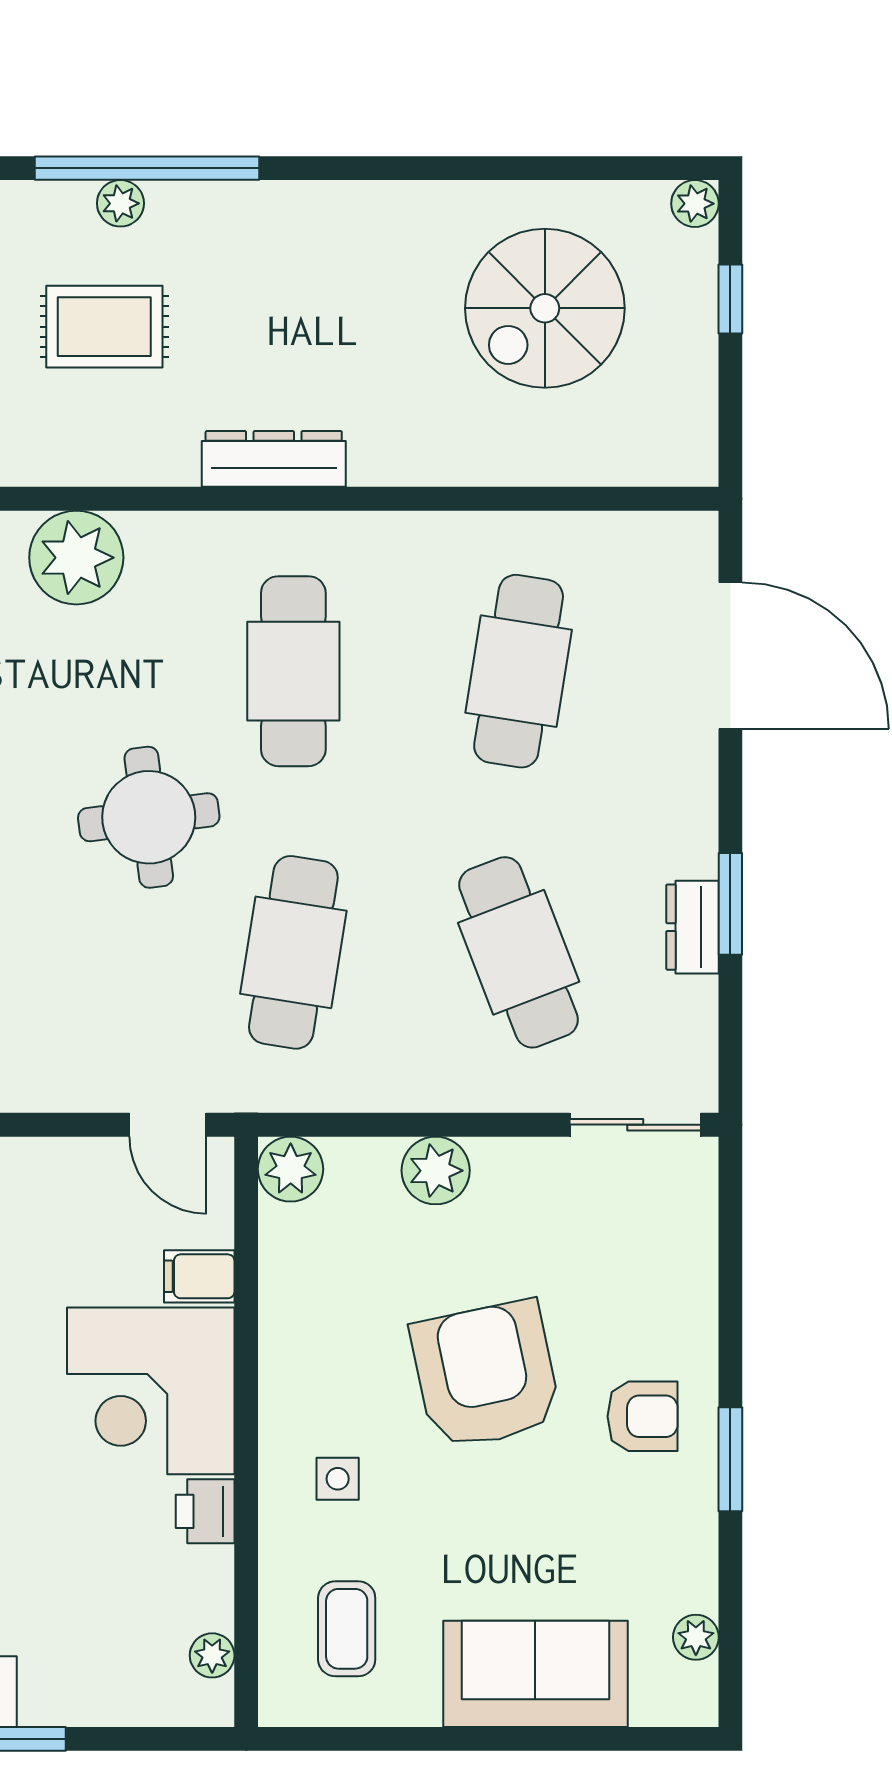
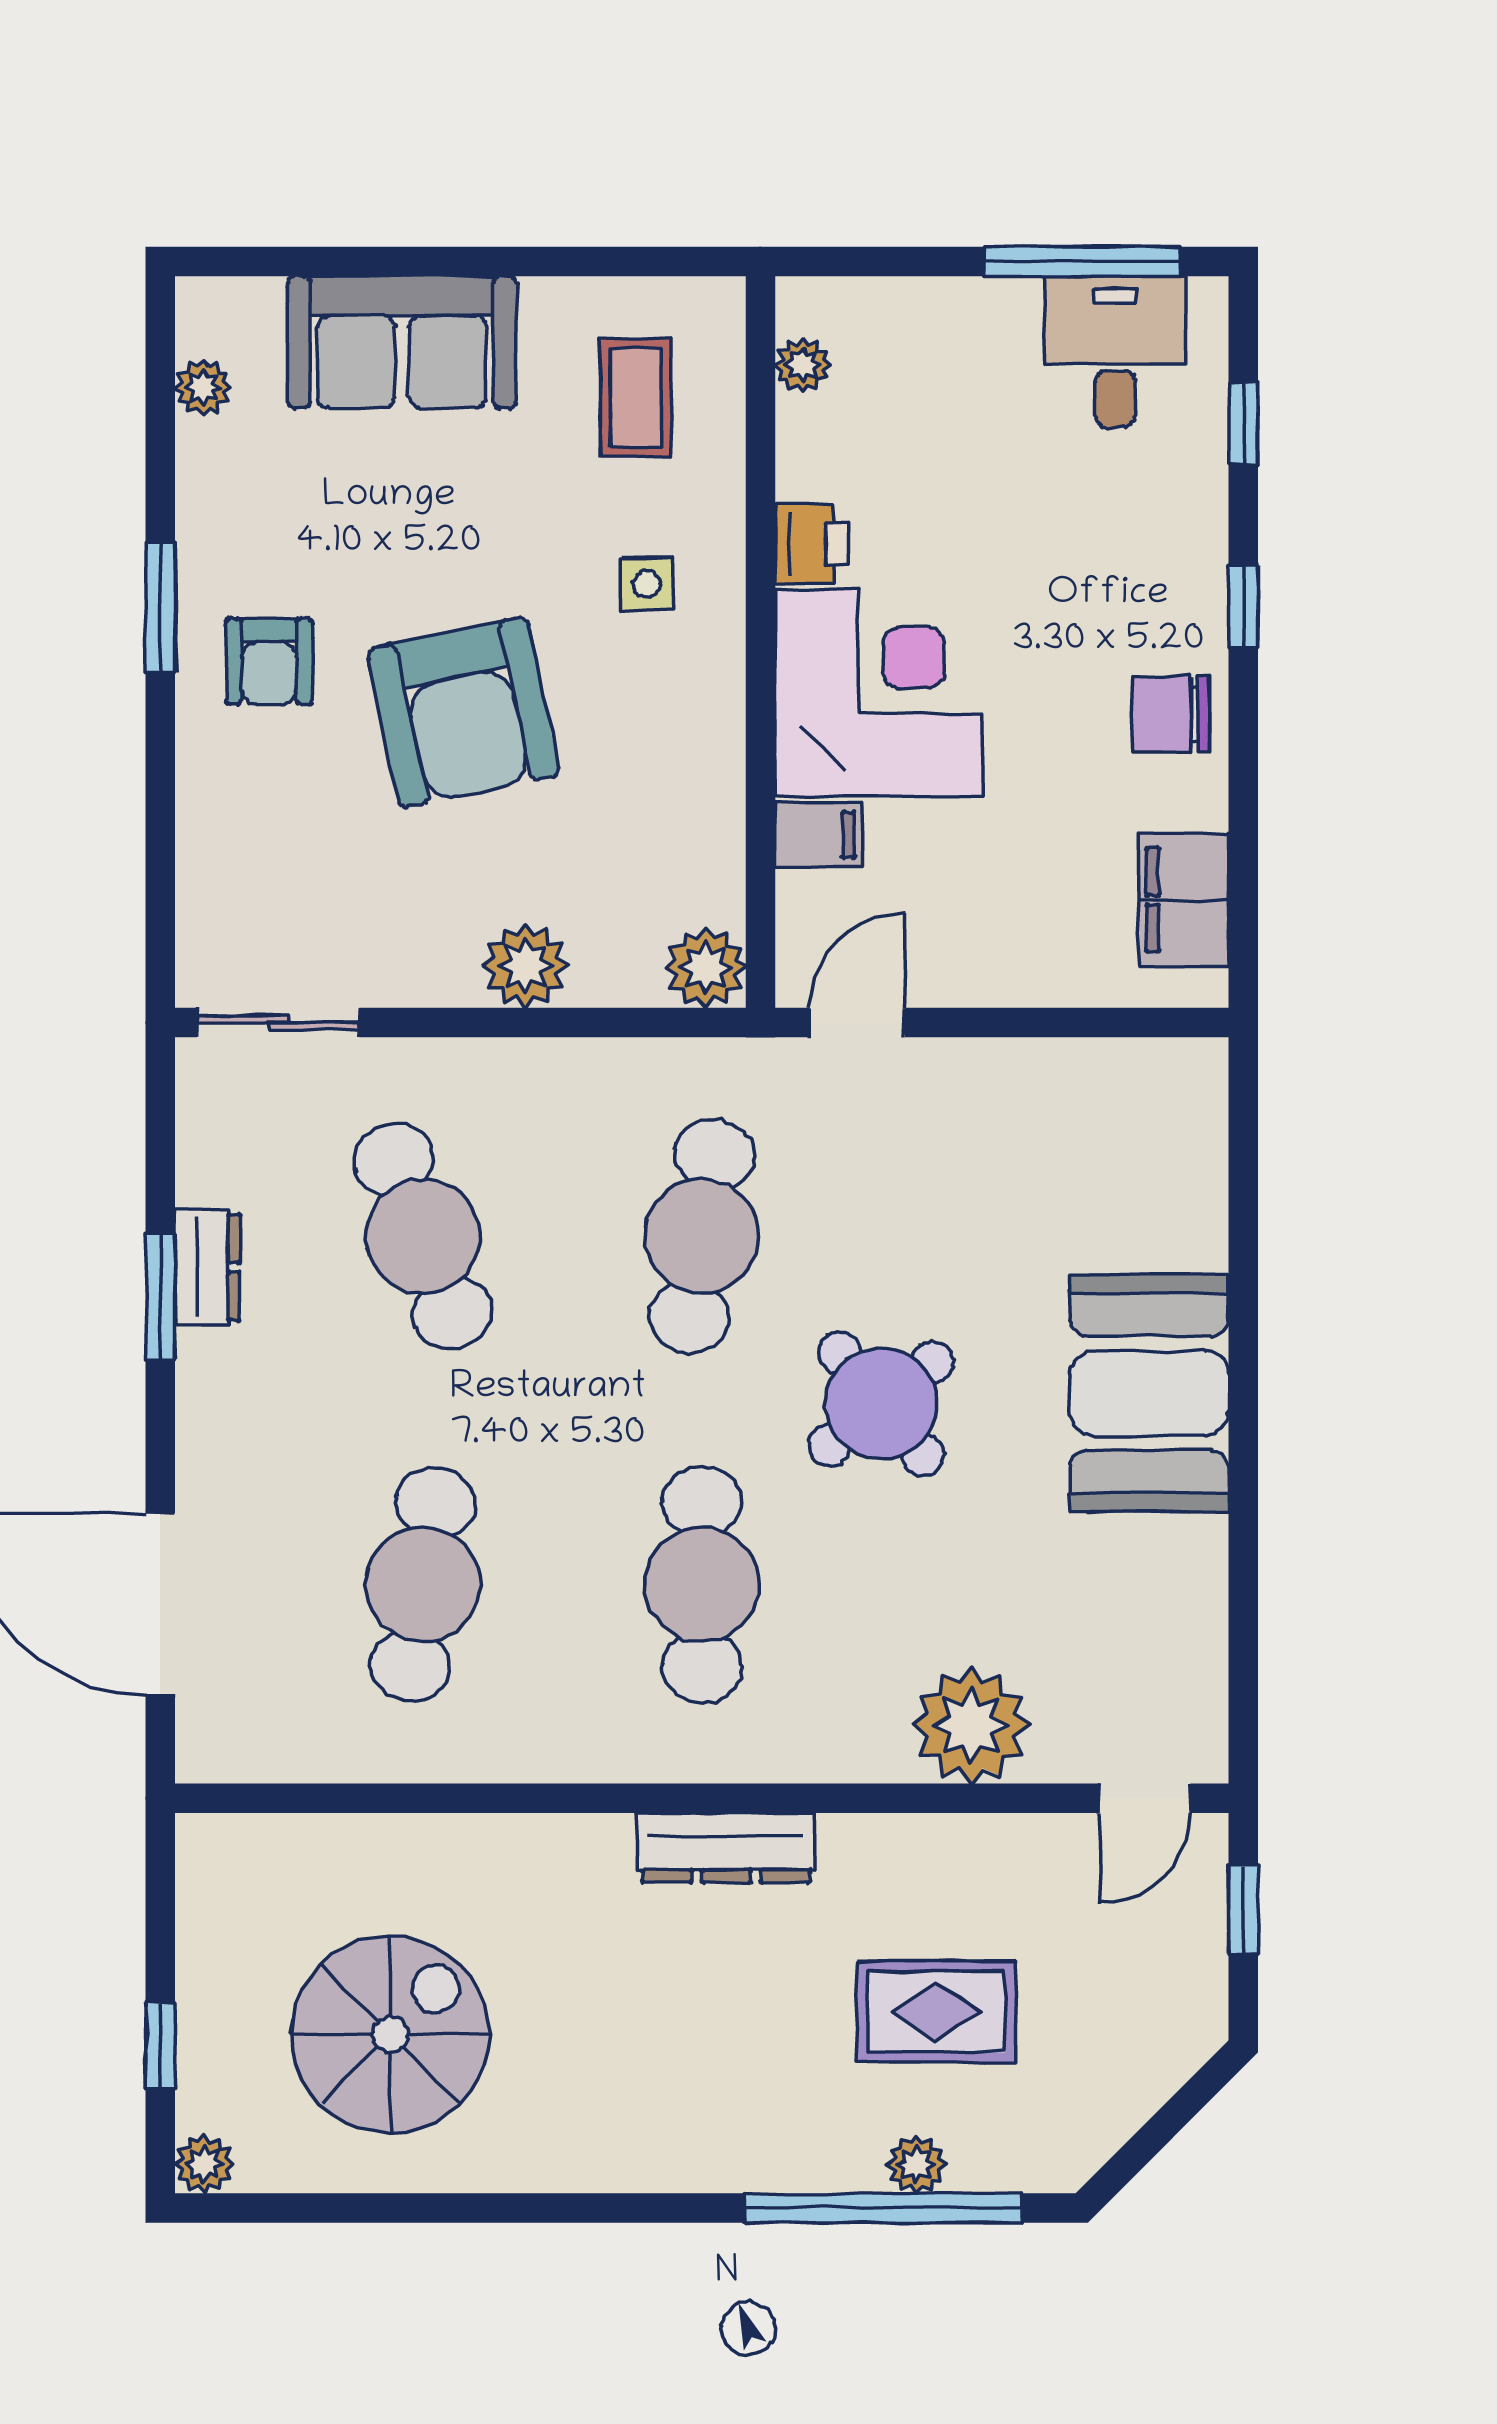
round table: (149, 817) -> (881, 1404), turned -32
door: (168, 1125) -> (857, 1023), hinge flipped
armchair: (643, 1416) -> (269, 661), turned -90

